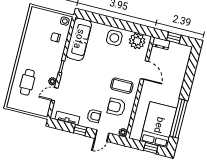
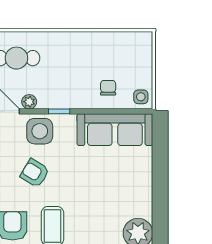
side table: (114, 38) -> (40, 131), moved
armchair: (91, 88) -> (35, 173), added

